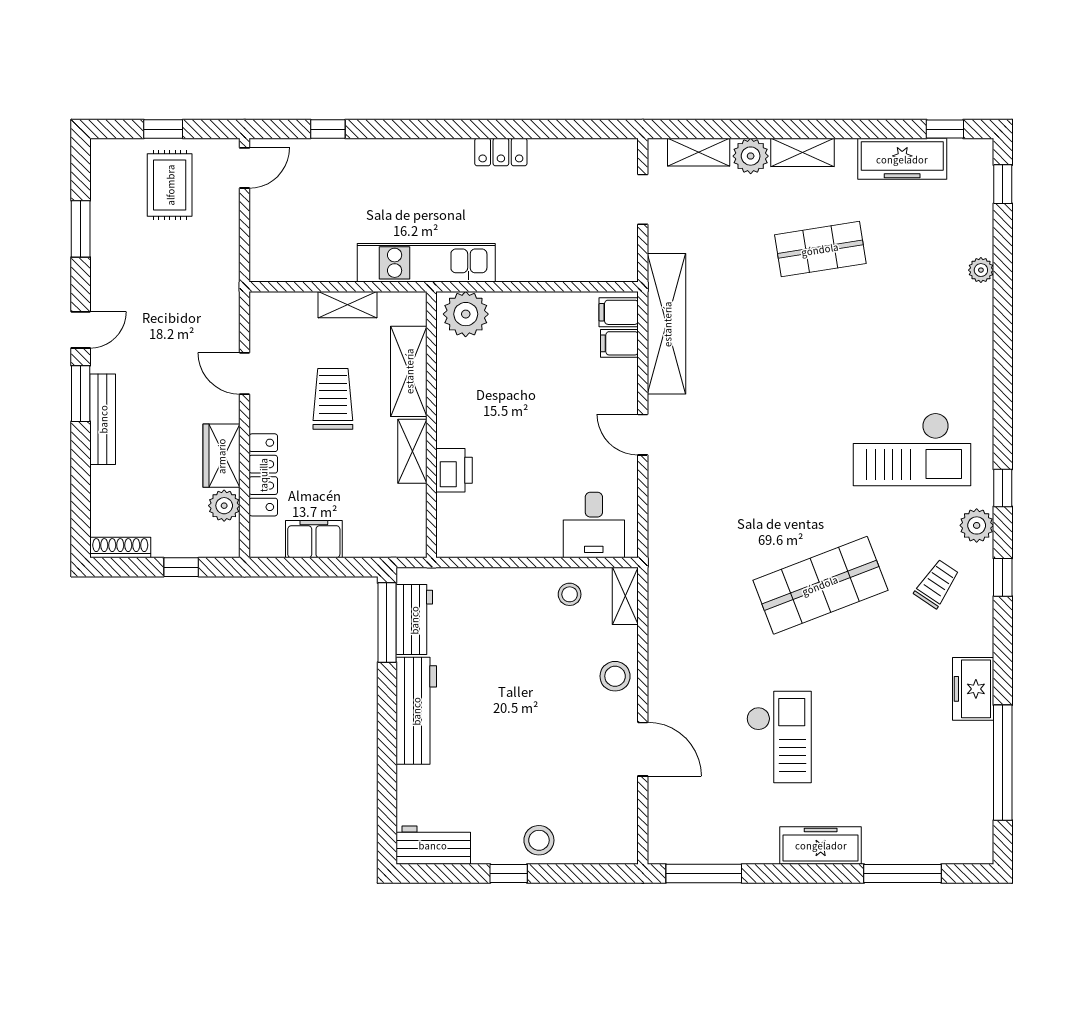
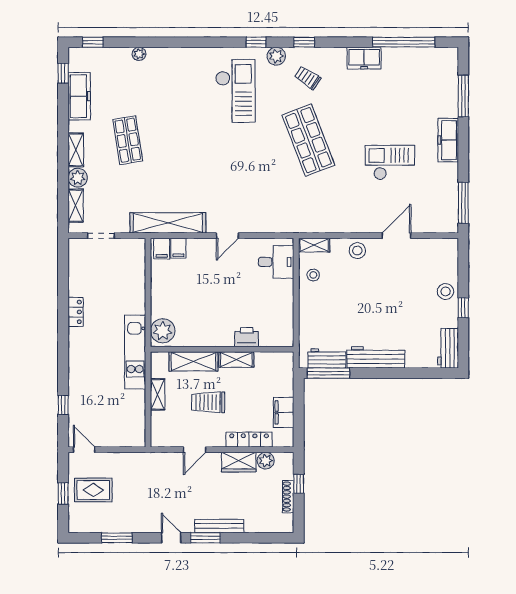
shoe rack: (120, 548) -> (288, 497), moved

